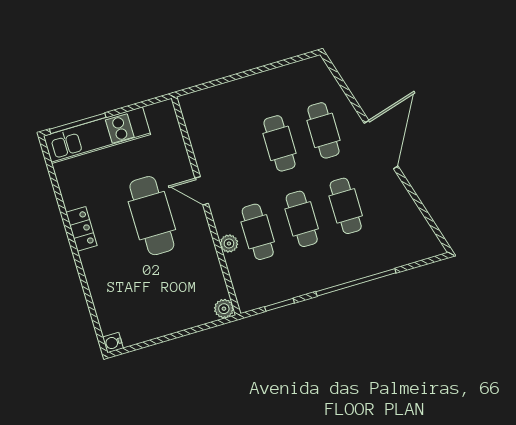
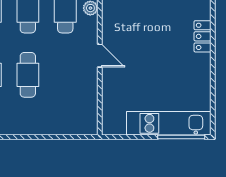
cafe table: (152, 216) -> (144, 48), removed
locker: (82, 229) -> (203, 36), moved

